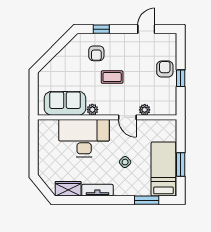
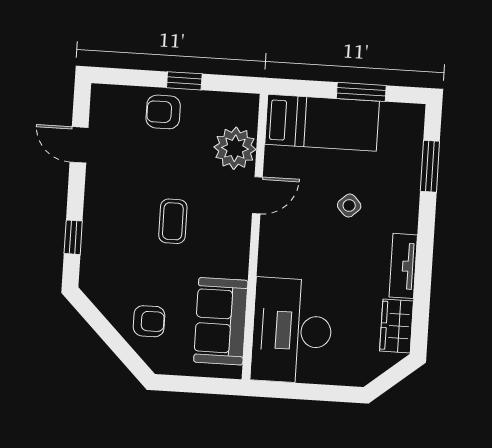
armchair: (96, 53) -> (149, 321), moved
plant: (92, 110) -> (237, 266), removed
plant: (145, 110) -> (235, 148), width x1.87, depth x1.87
desk: (84, 138) -> (292, 331), moved
bed: (163, 169) -> (322, 123), moved, turned 180

